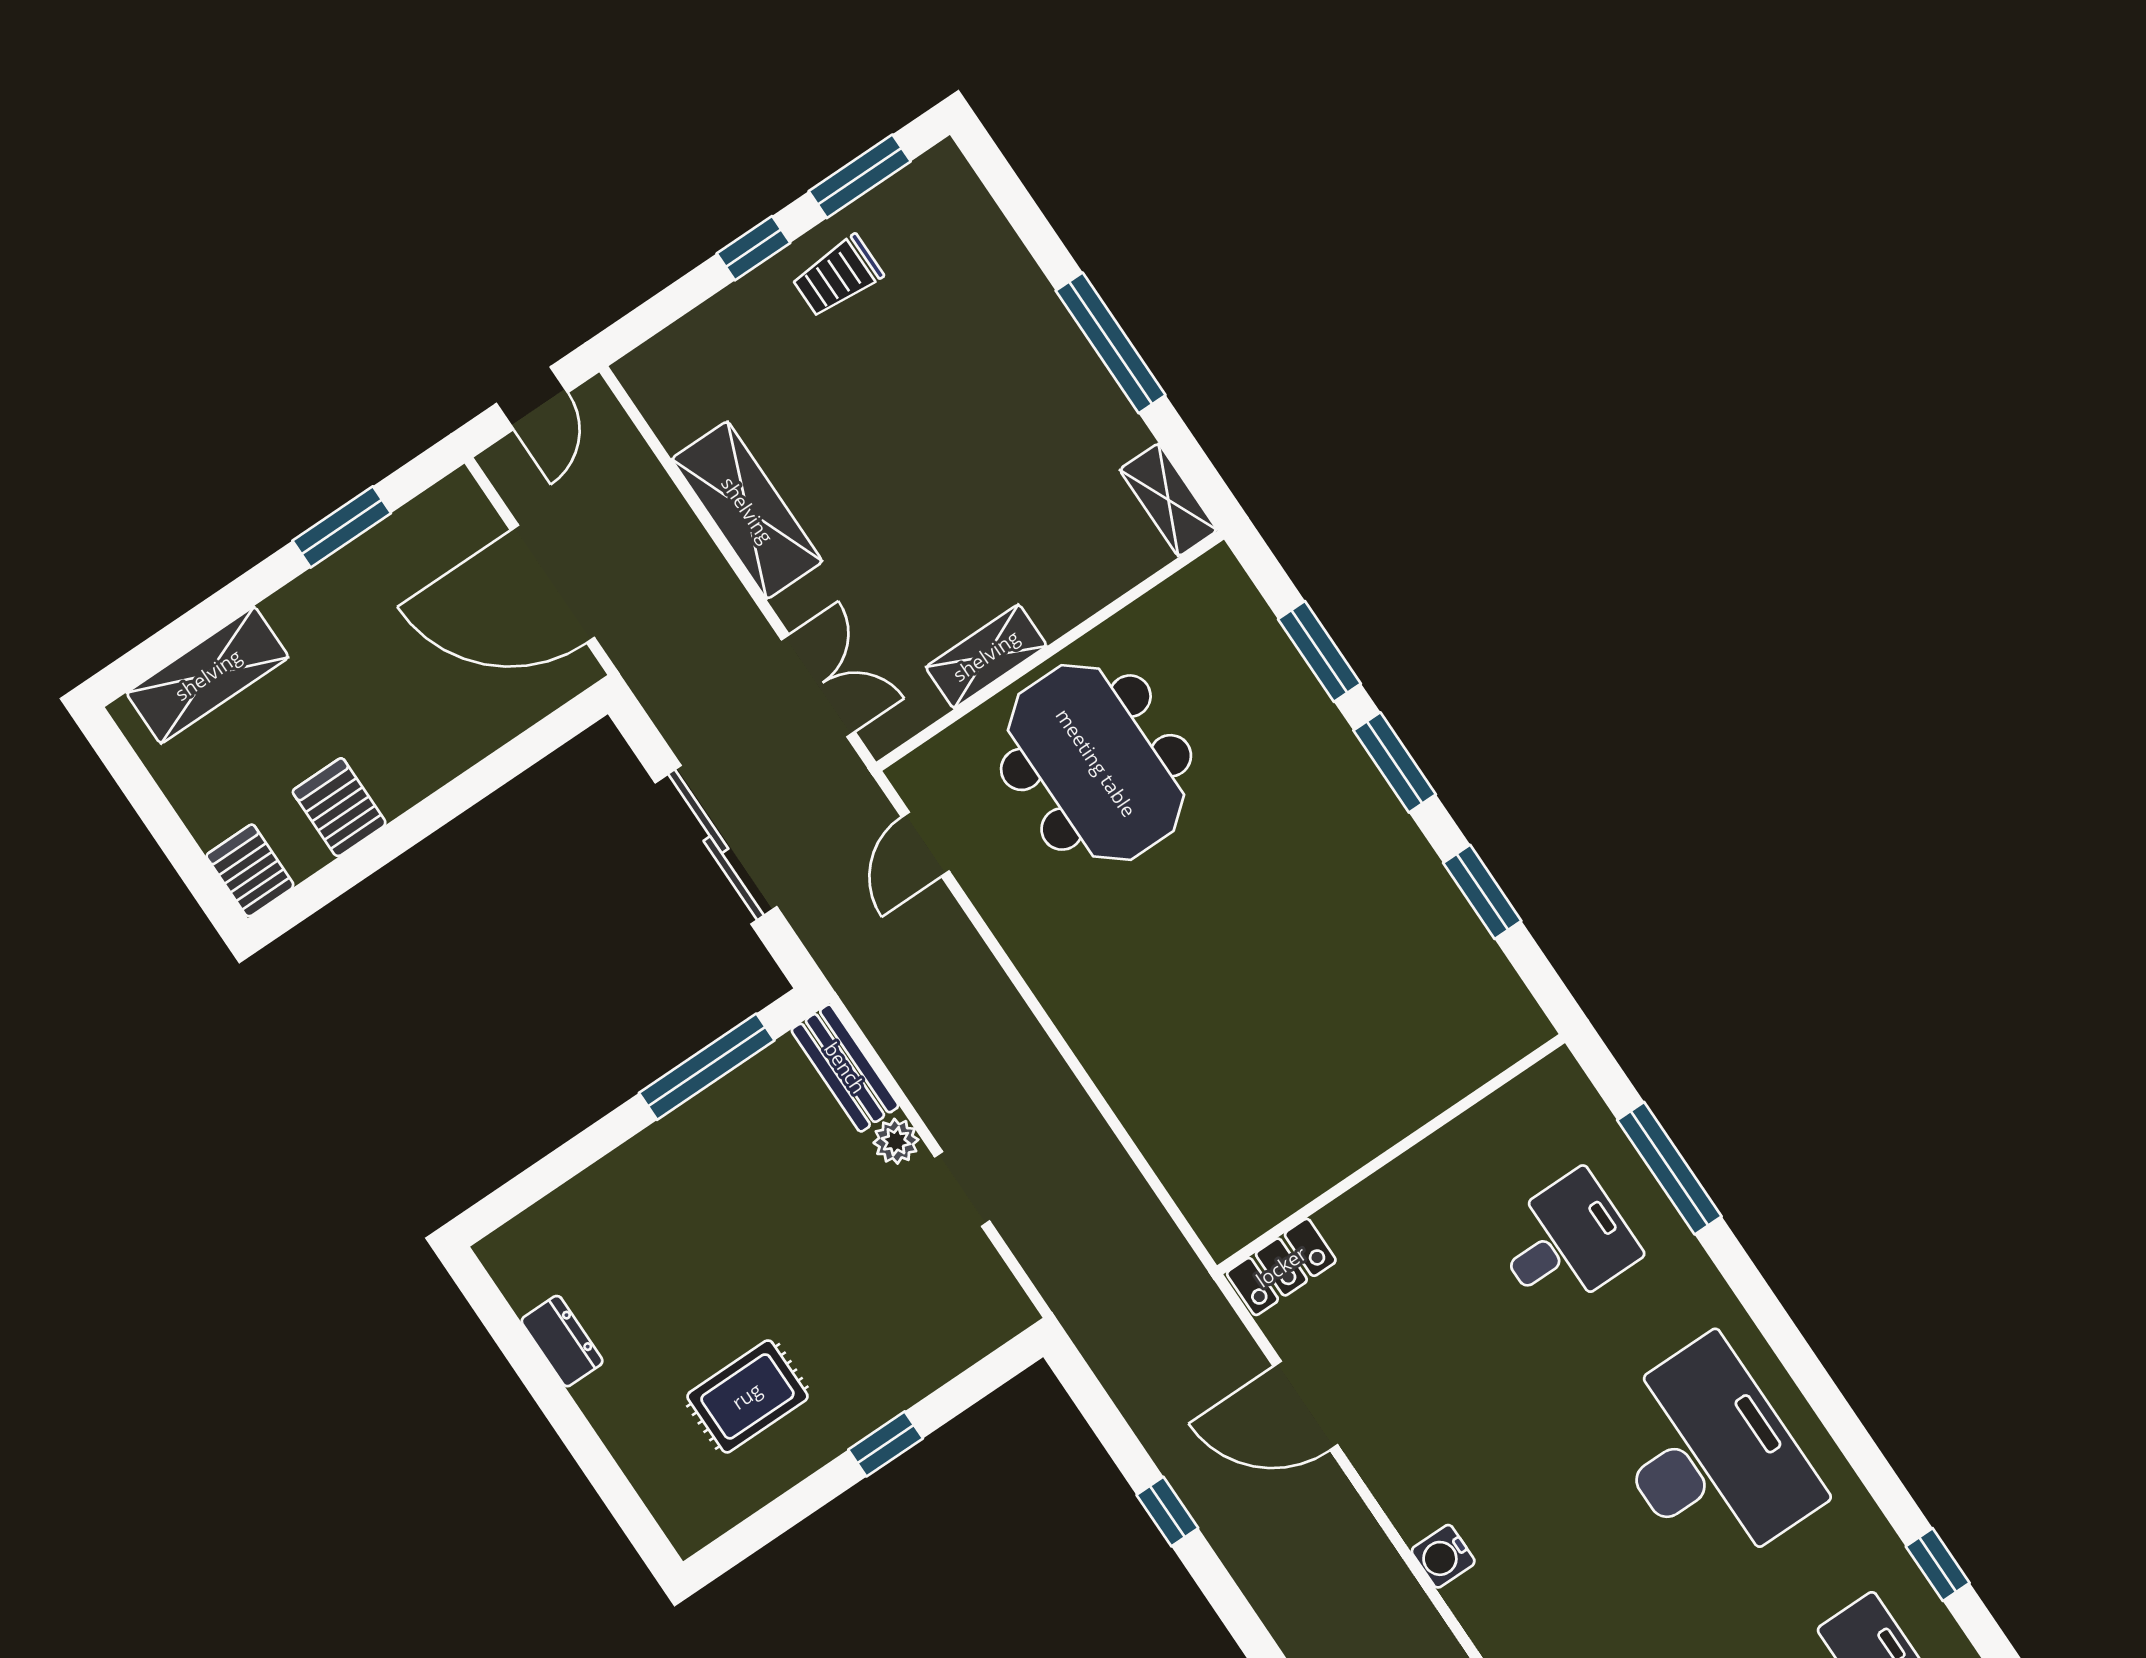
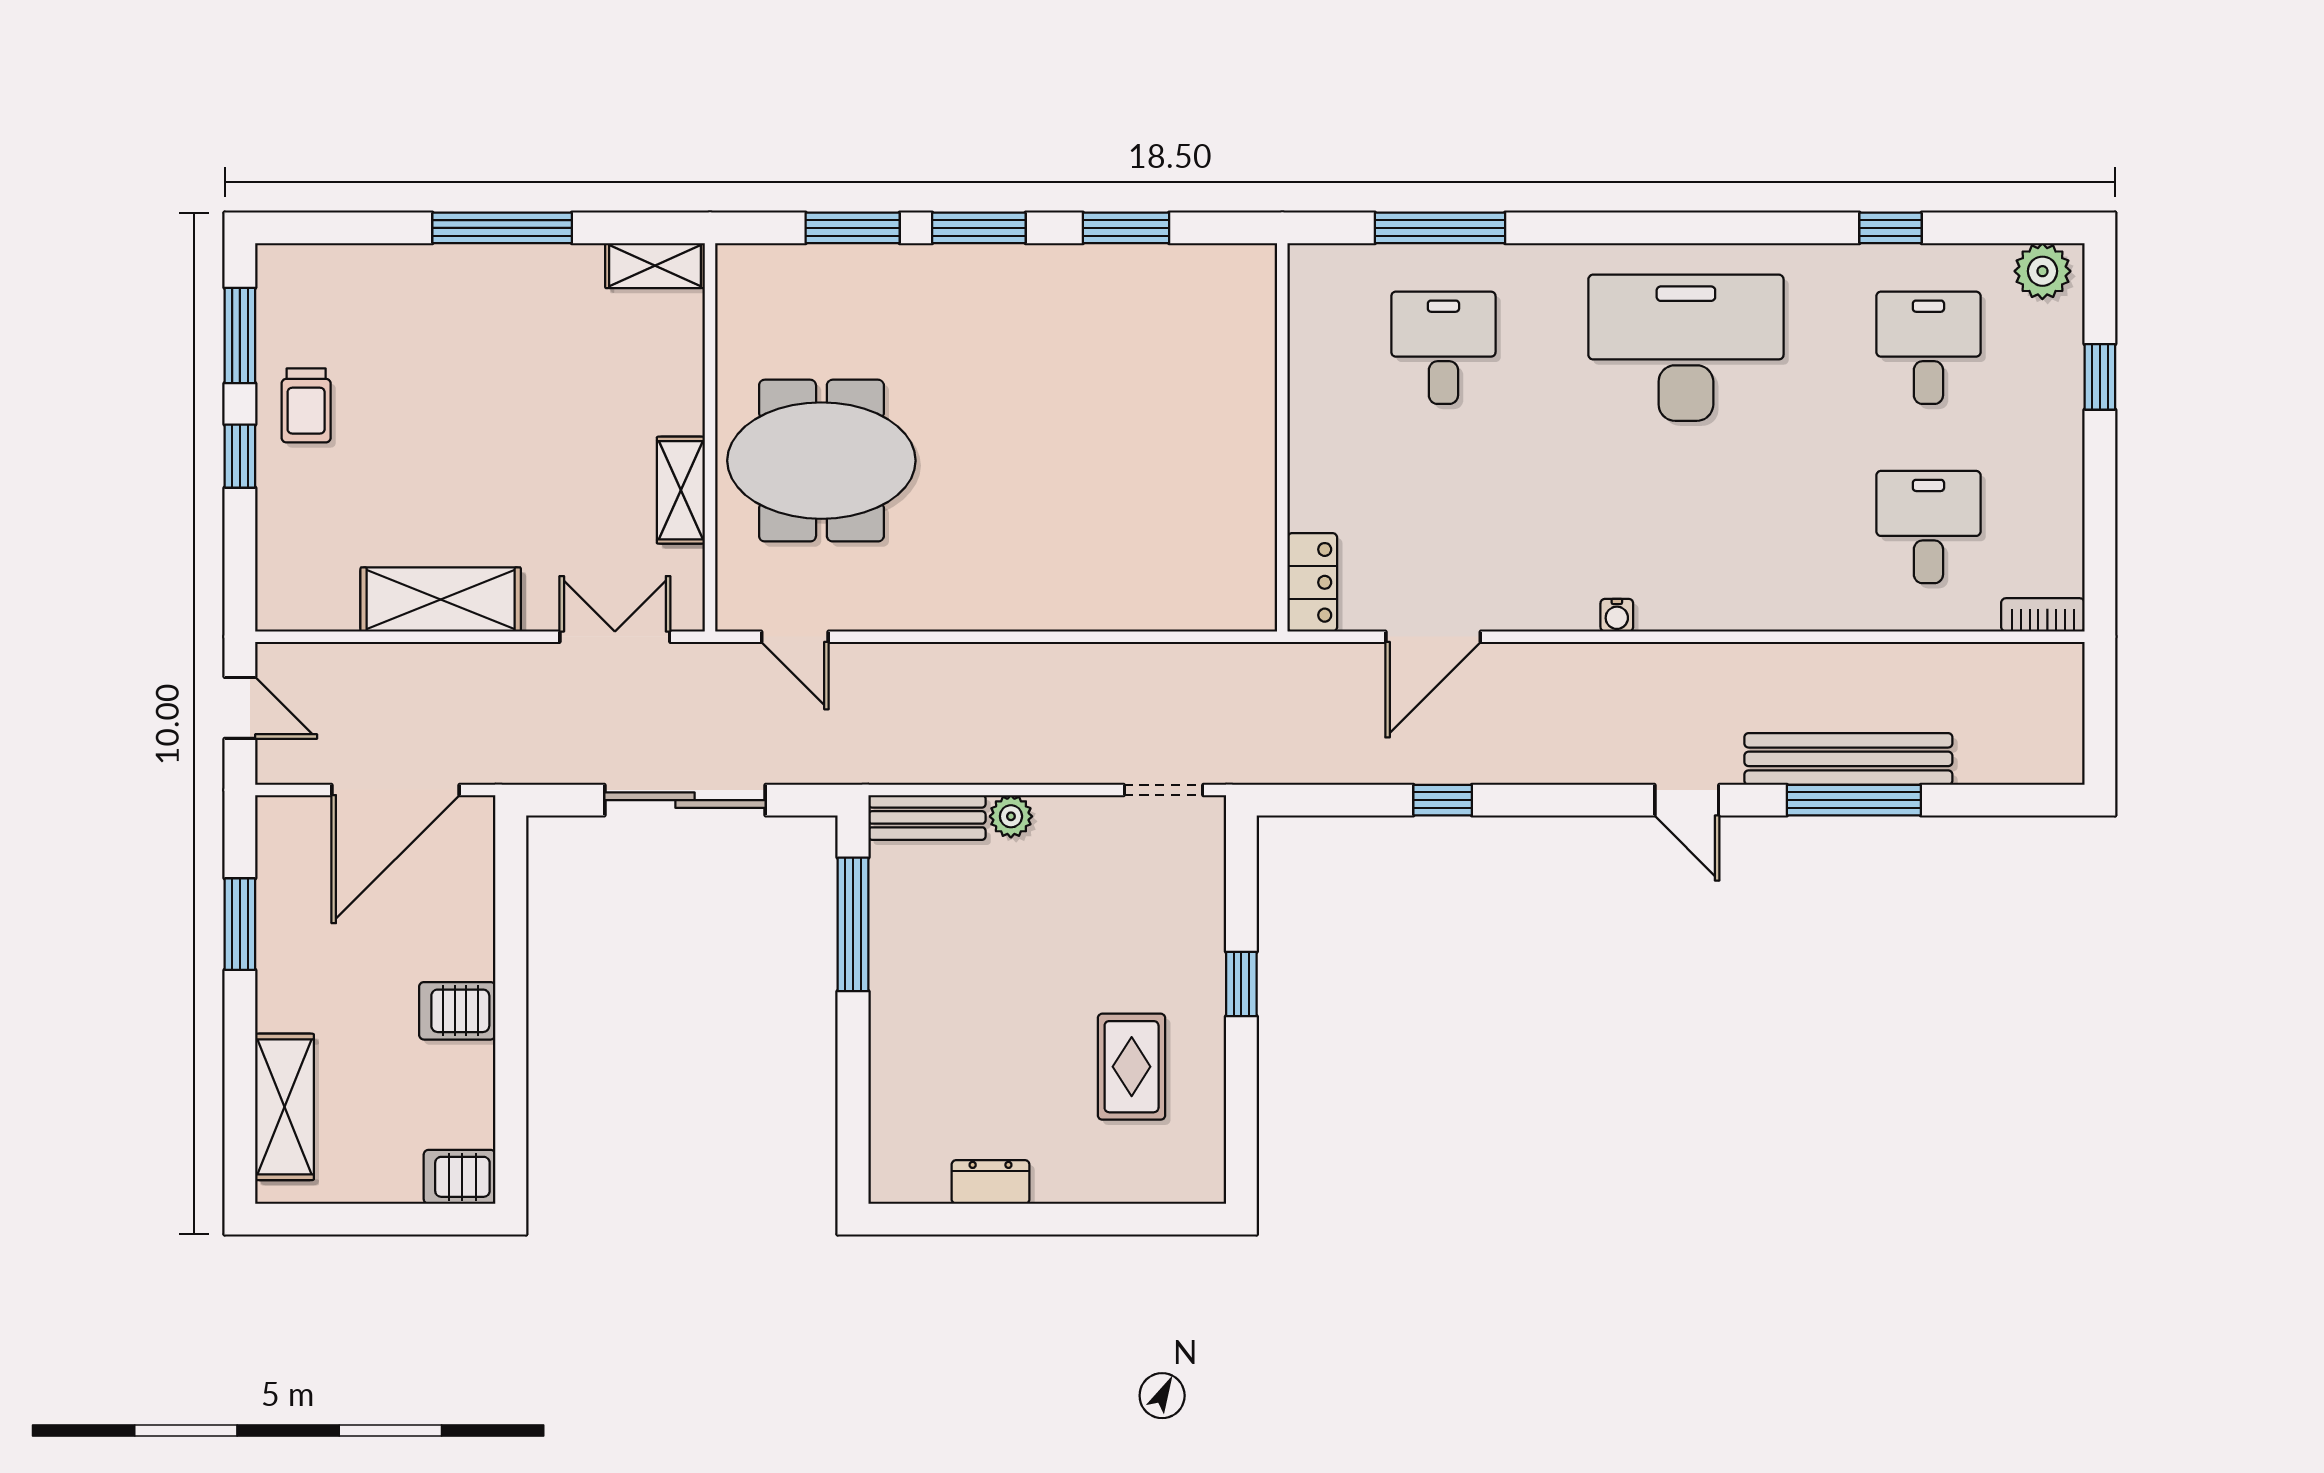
server rack: (339, 807) -> (457, 1011), moved
doorway: (962, 1189) -> (1163, 790), moved
water cooler: (1443, 1556) -> (1617, 615), width x0.72, depth x0.72

